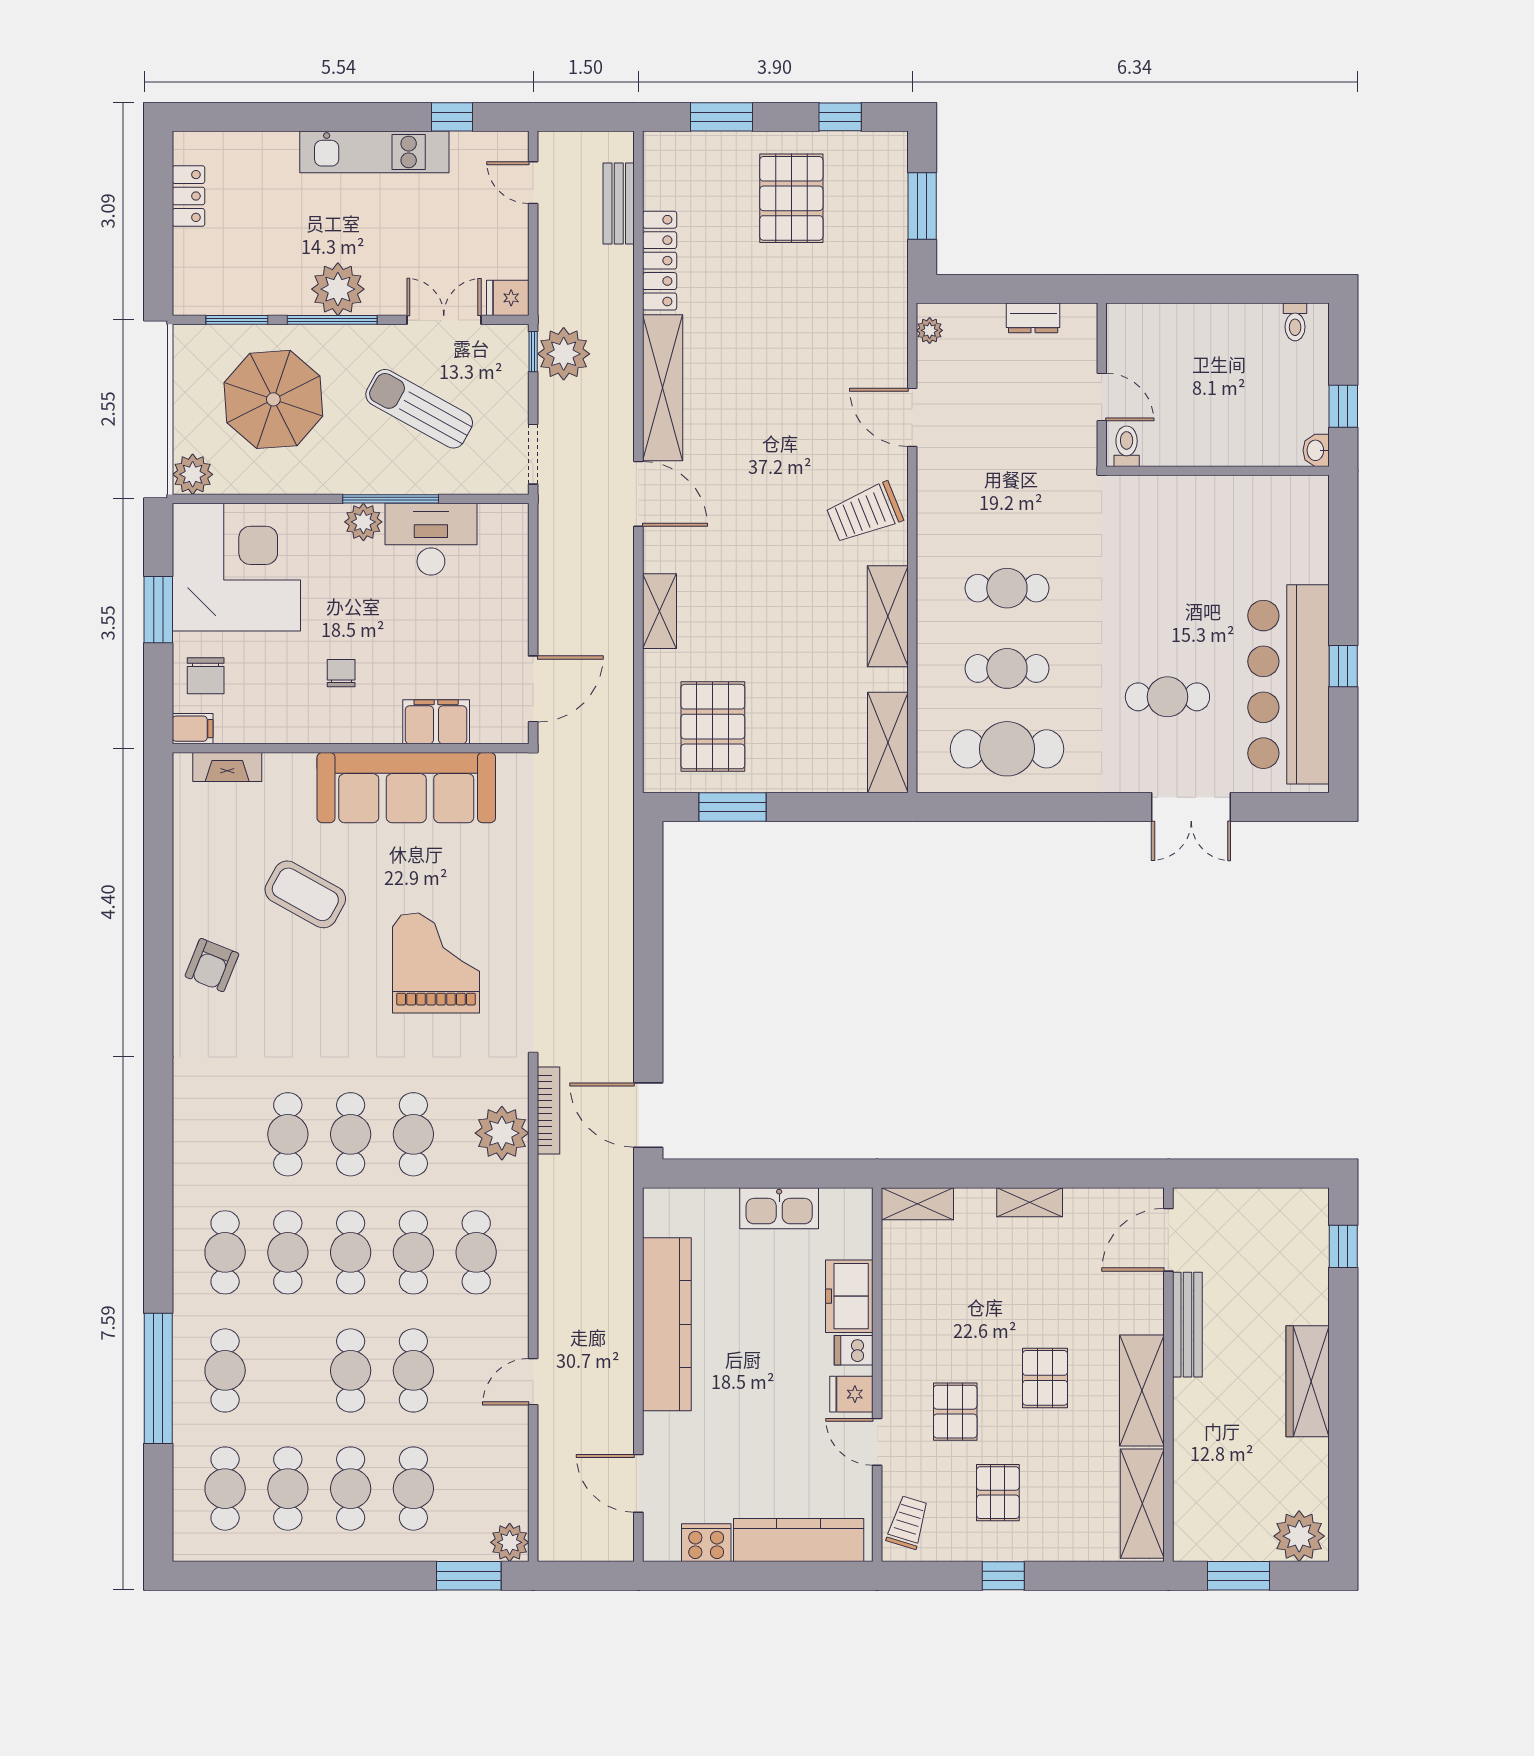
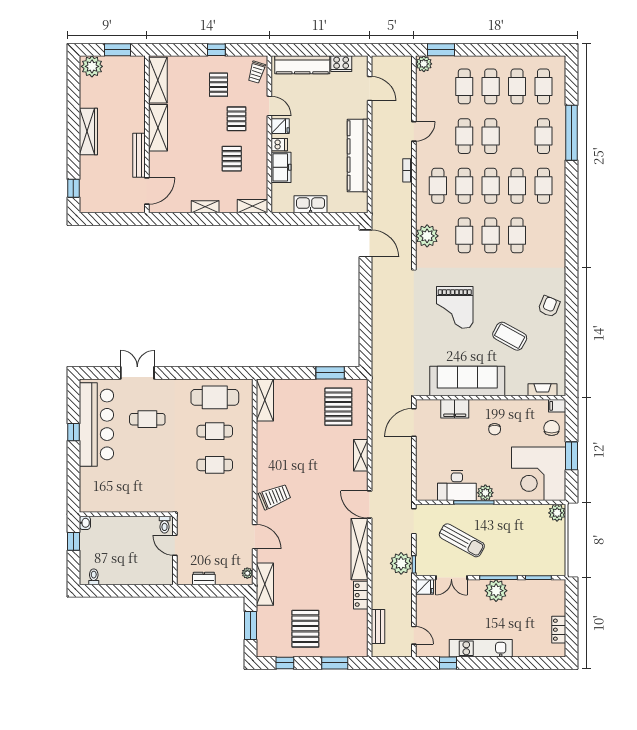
locker: (660, 261) -> (361, 595), width x0.66
parasol: (273, 399) -> (523, 544), removed
shelving: (888, 616) -> (265, 584), moved
bookcase: (548, 1111) -> (407, 170), moved, width x0.64
pallet: (1045, 1378) -> (232, 159), moved

